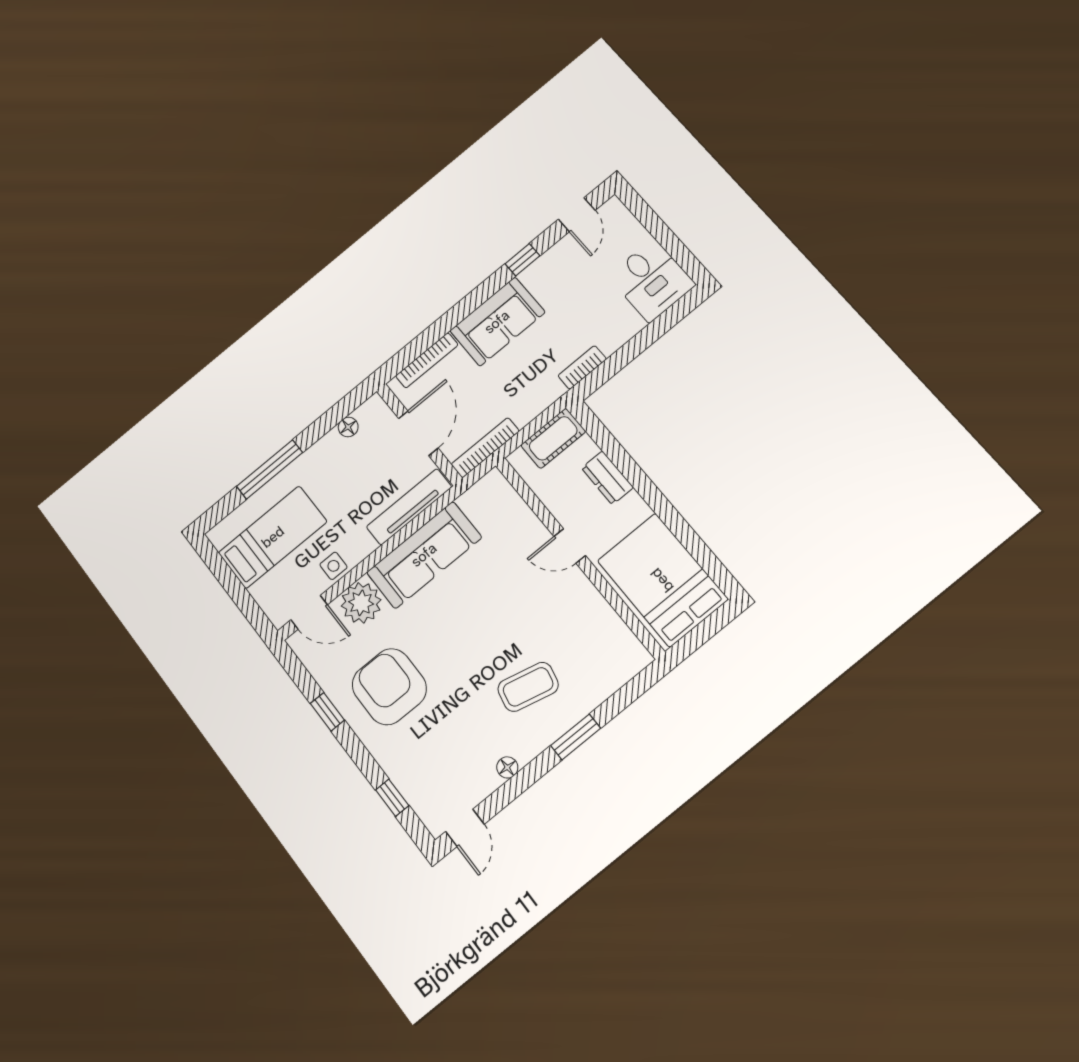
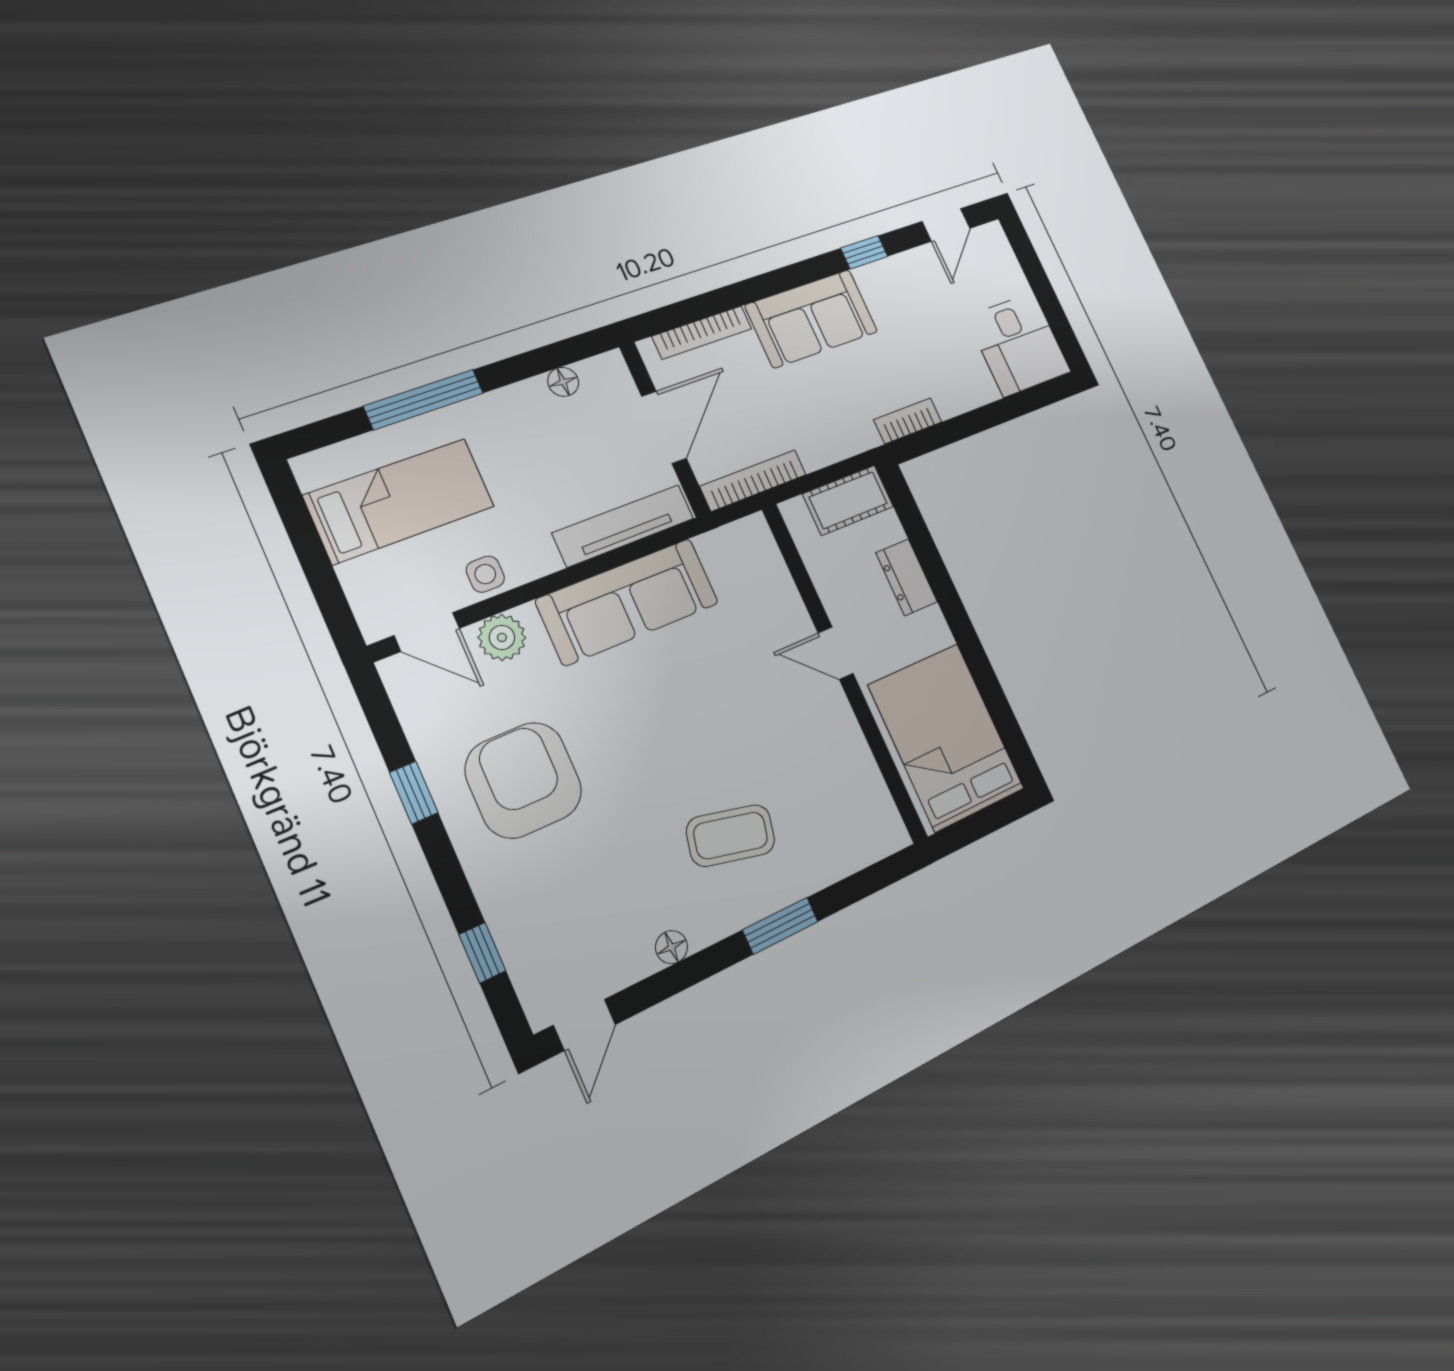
plant: (361, 603) -> (502, 637), width x0.73, depth x0.73

